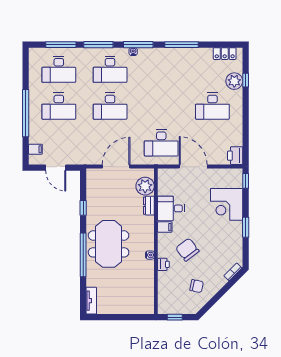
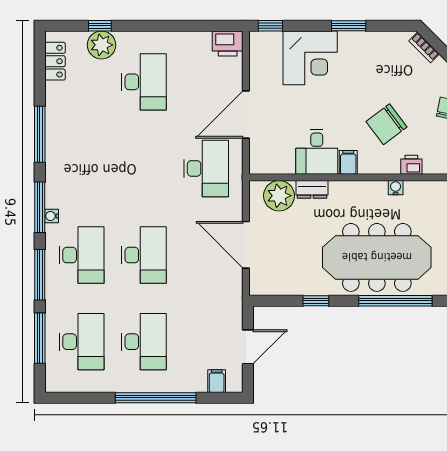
meeting table: (109, 244) -> (377, 257), width x1.36

